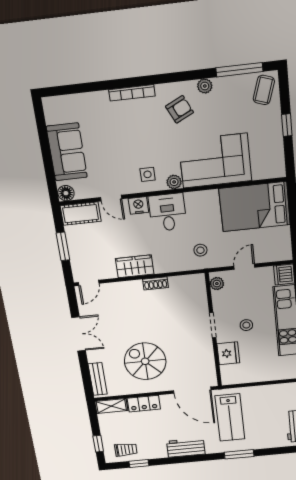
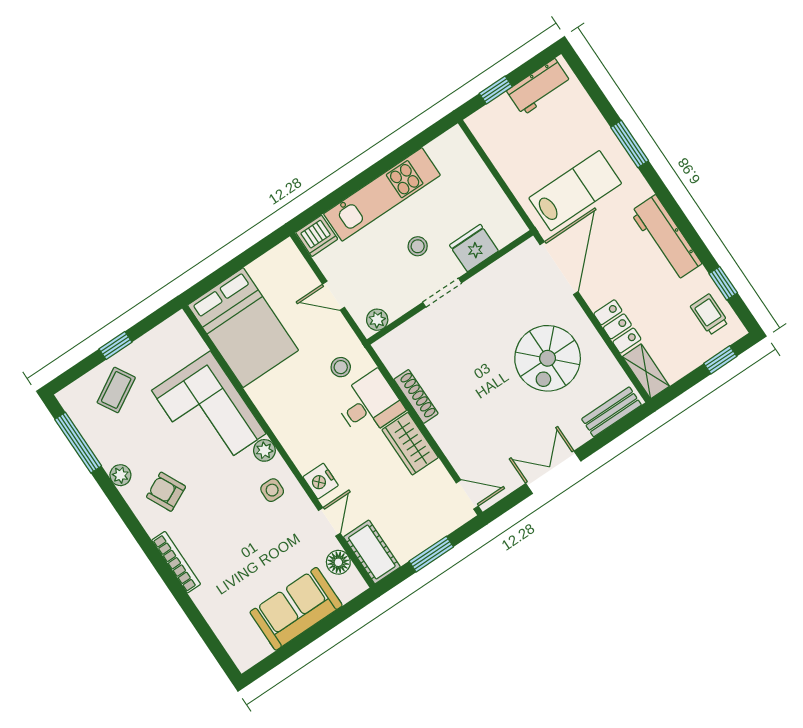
coffee table: (264, 90) -> (116, 390), moved, turned -48
floor lamp: (66, 193) -> (338, 562), moved
desk: (168, 212) -> (369, 404), moved, turned 180
shoe rack: (156, 283) -> (416, 396), width x1.43
workbench: (186, 448) -> (666, 238), width x1.38

